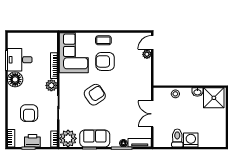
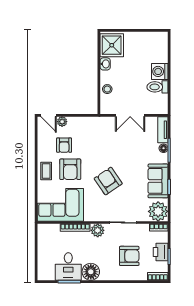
armchair: (126, 56) -> (64, 145), added

